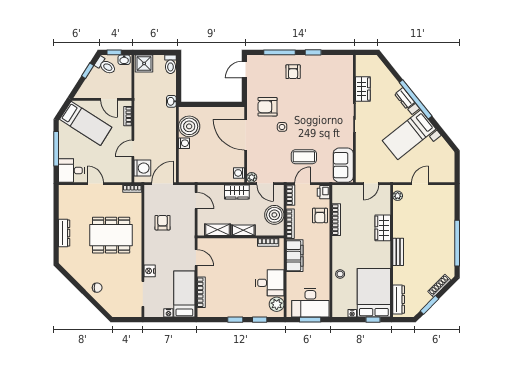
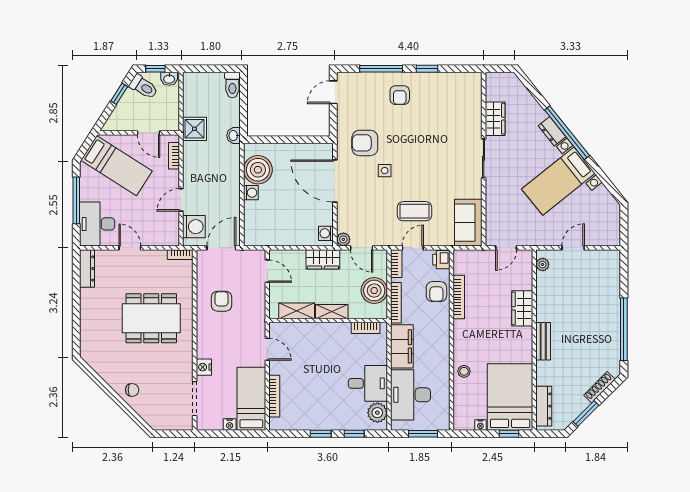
shower: (144, 63) -> (195, 129), moved
desk: (71, 170) -> (97, 224), width x1.37
dresser: (64, 233) -> (87, 269), moved
desk: (310, 303) -> (410, 395), moved, turned 90

